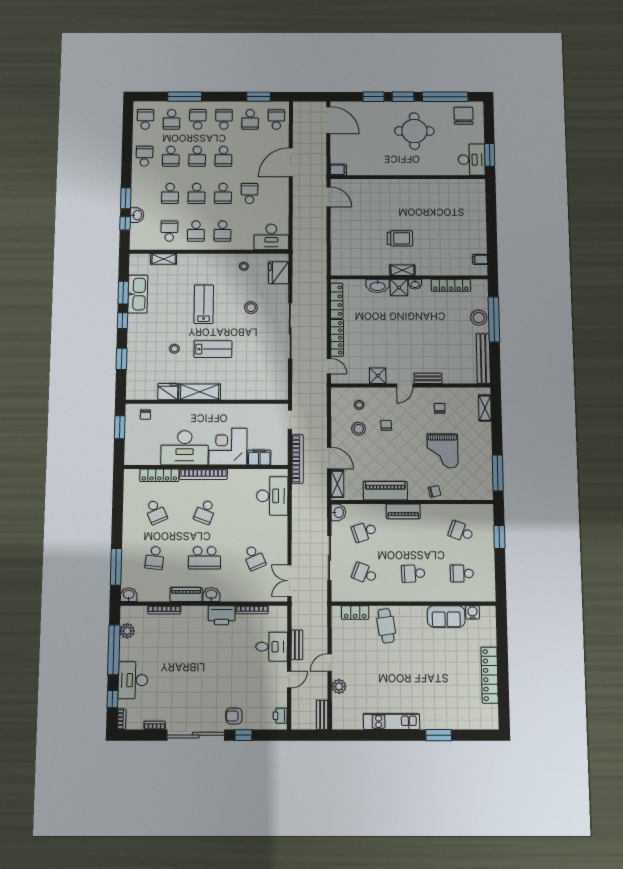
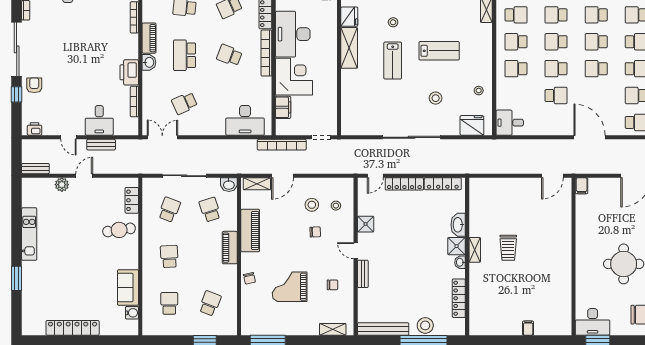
desk: (271, 237) -> (510, 123), width x0.73
filing cabinet: (480, 259) -> (528, 328), moved
door: (330, 663) -> (84, 176), hinge flipped

